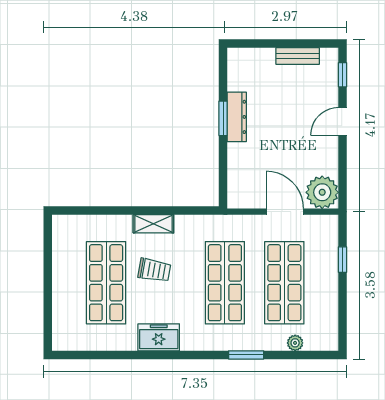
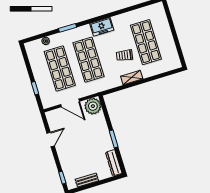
dresser: (237, 117) -> (114, 163), moved
door: (343, 121) -> (51, 139), moved
plant: (322, 192) -> (93, 106), moved
freezer: (159, 337) -> (102, 27), moved

